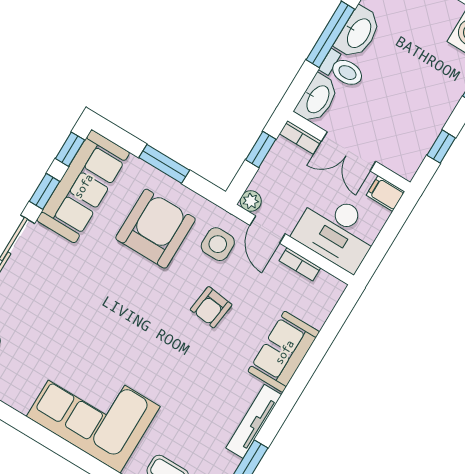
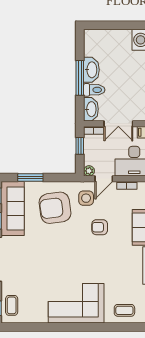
window: (164, 164) -> (30, 177), moved
armchair: (155, 229) -> (55, 208), turned -98
door: (268, 230) -> (104, 179), hinge flipped
armchair: (211, 307) -> (100, 227), turned 83

